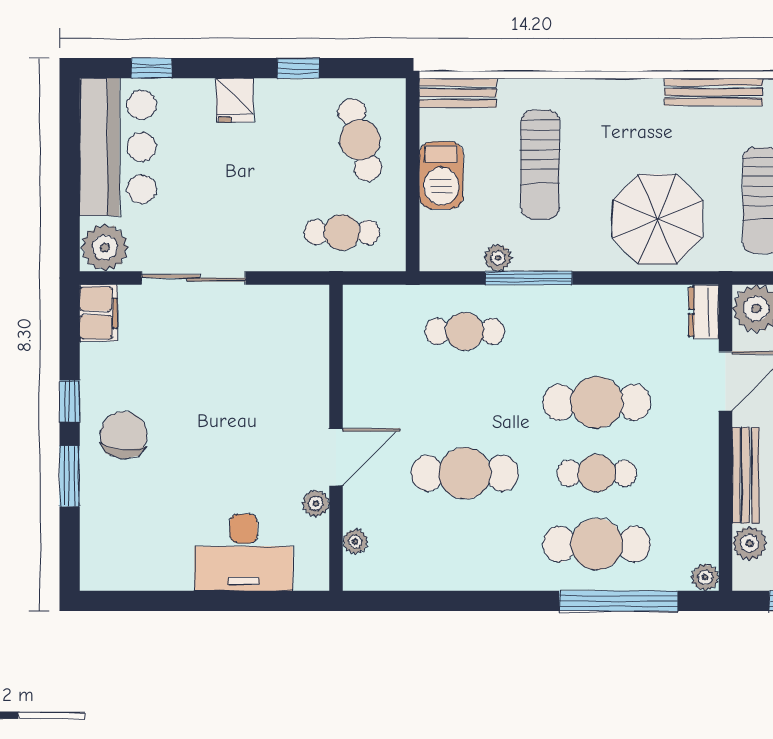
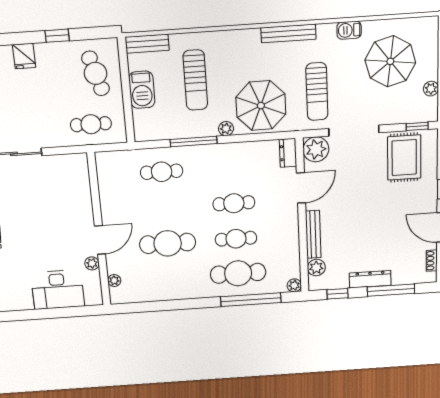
plant: (498, 258) -> (226, 129), moved
cafe table: (597, 402) -> (234, 203), width x0.73, depth x0.74

